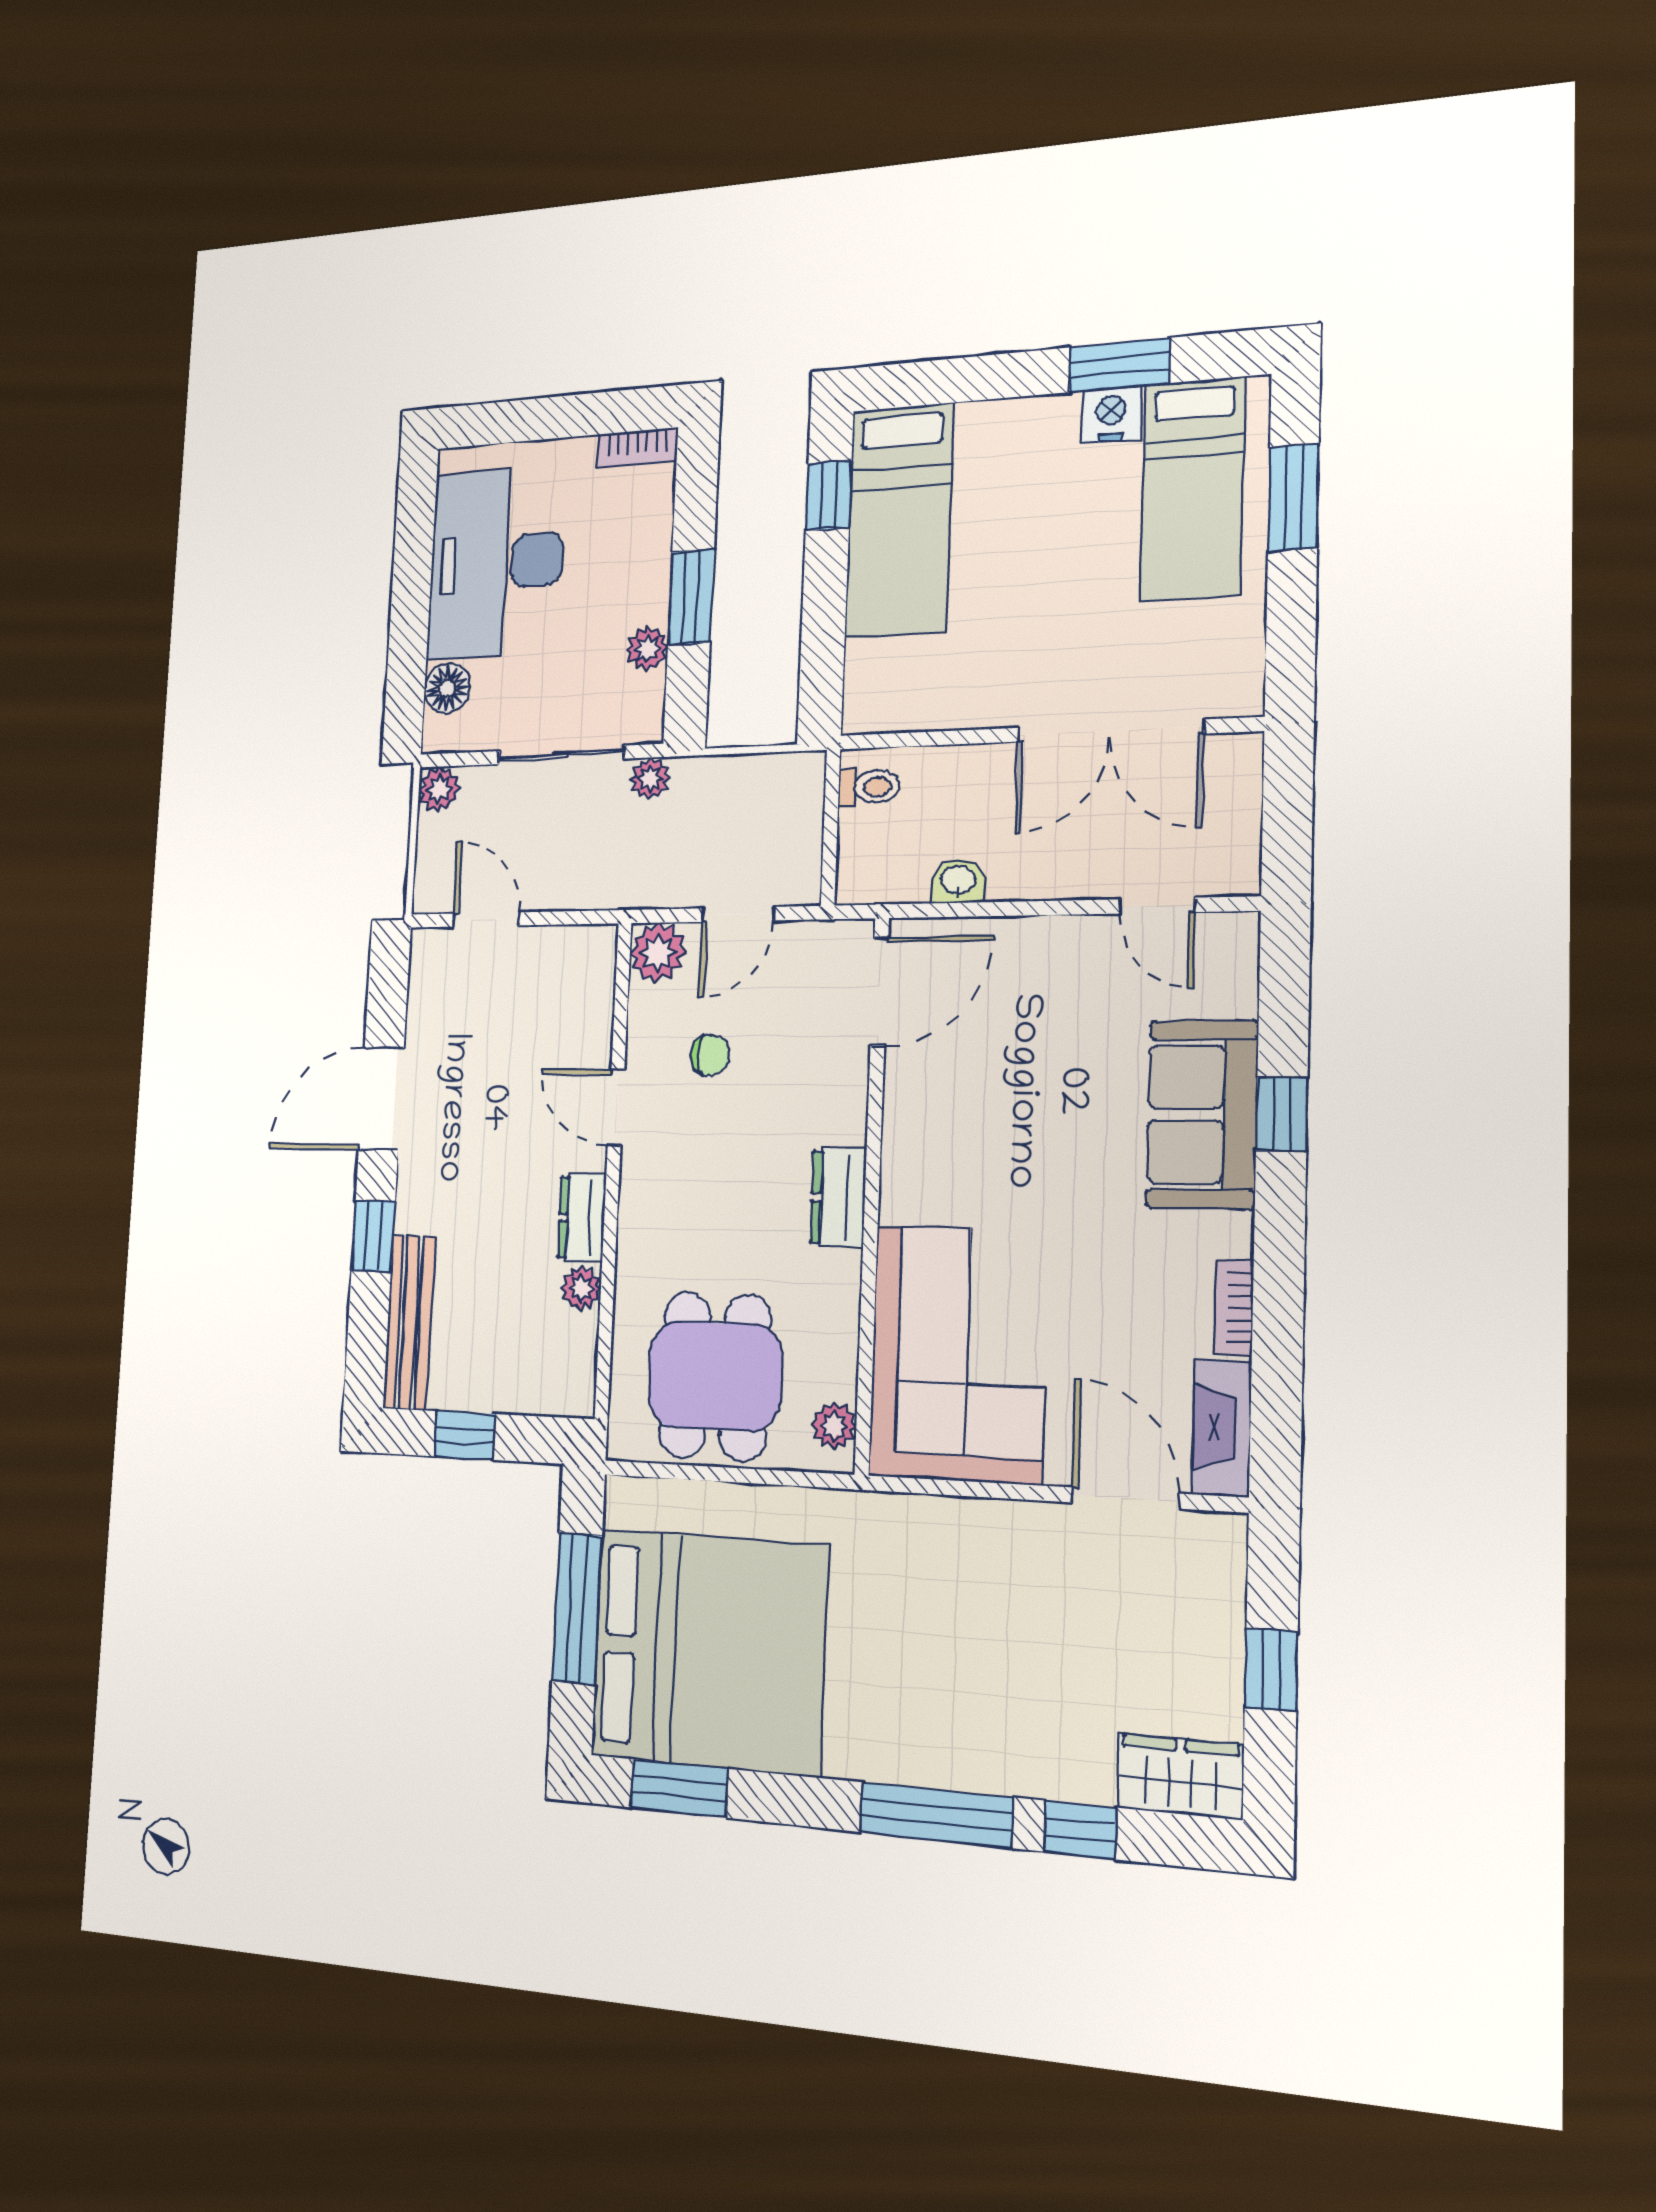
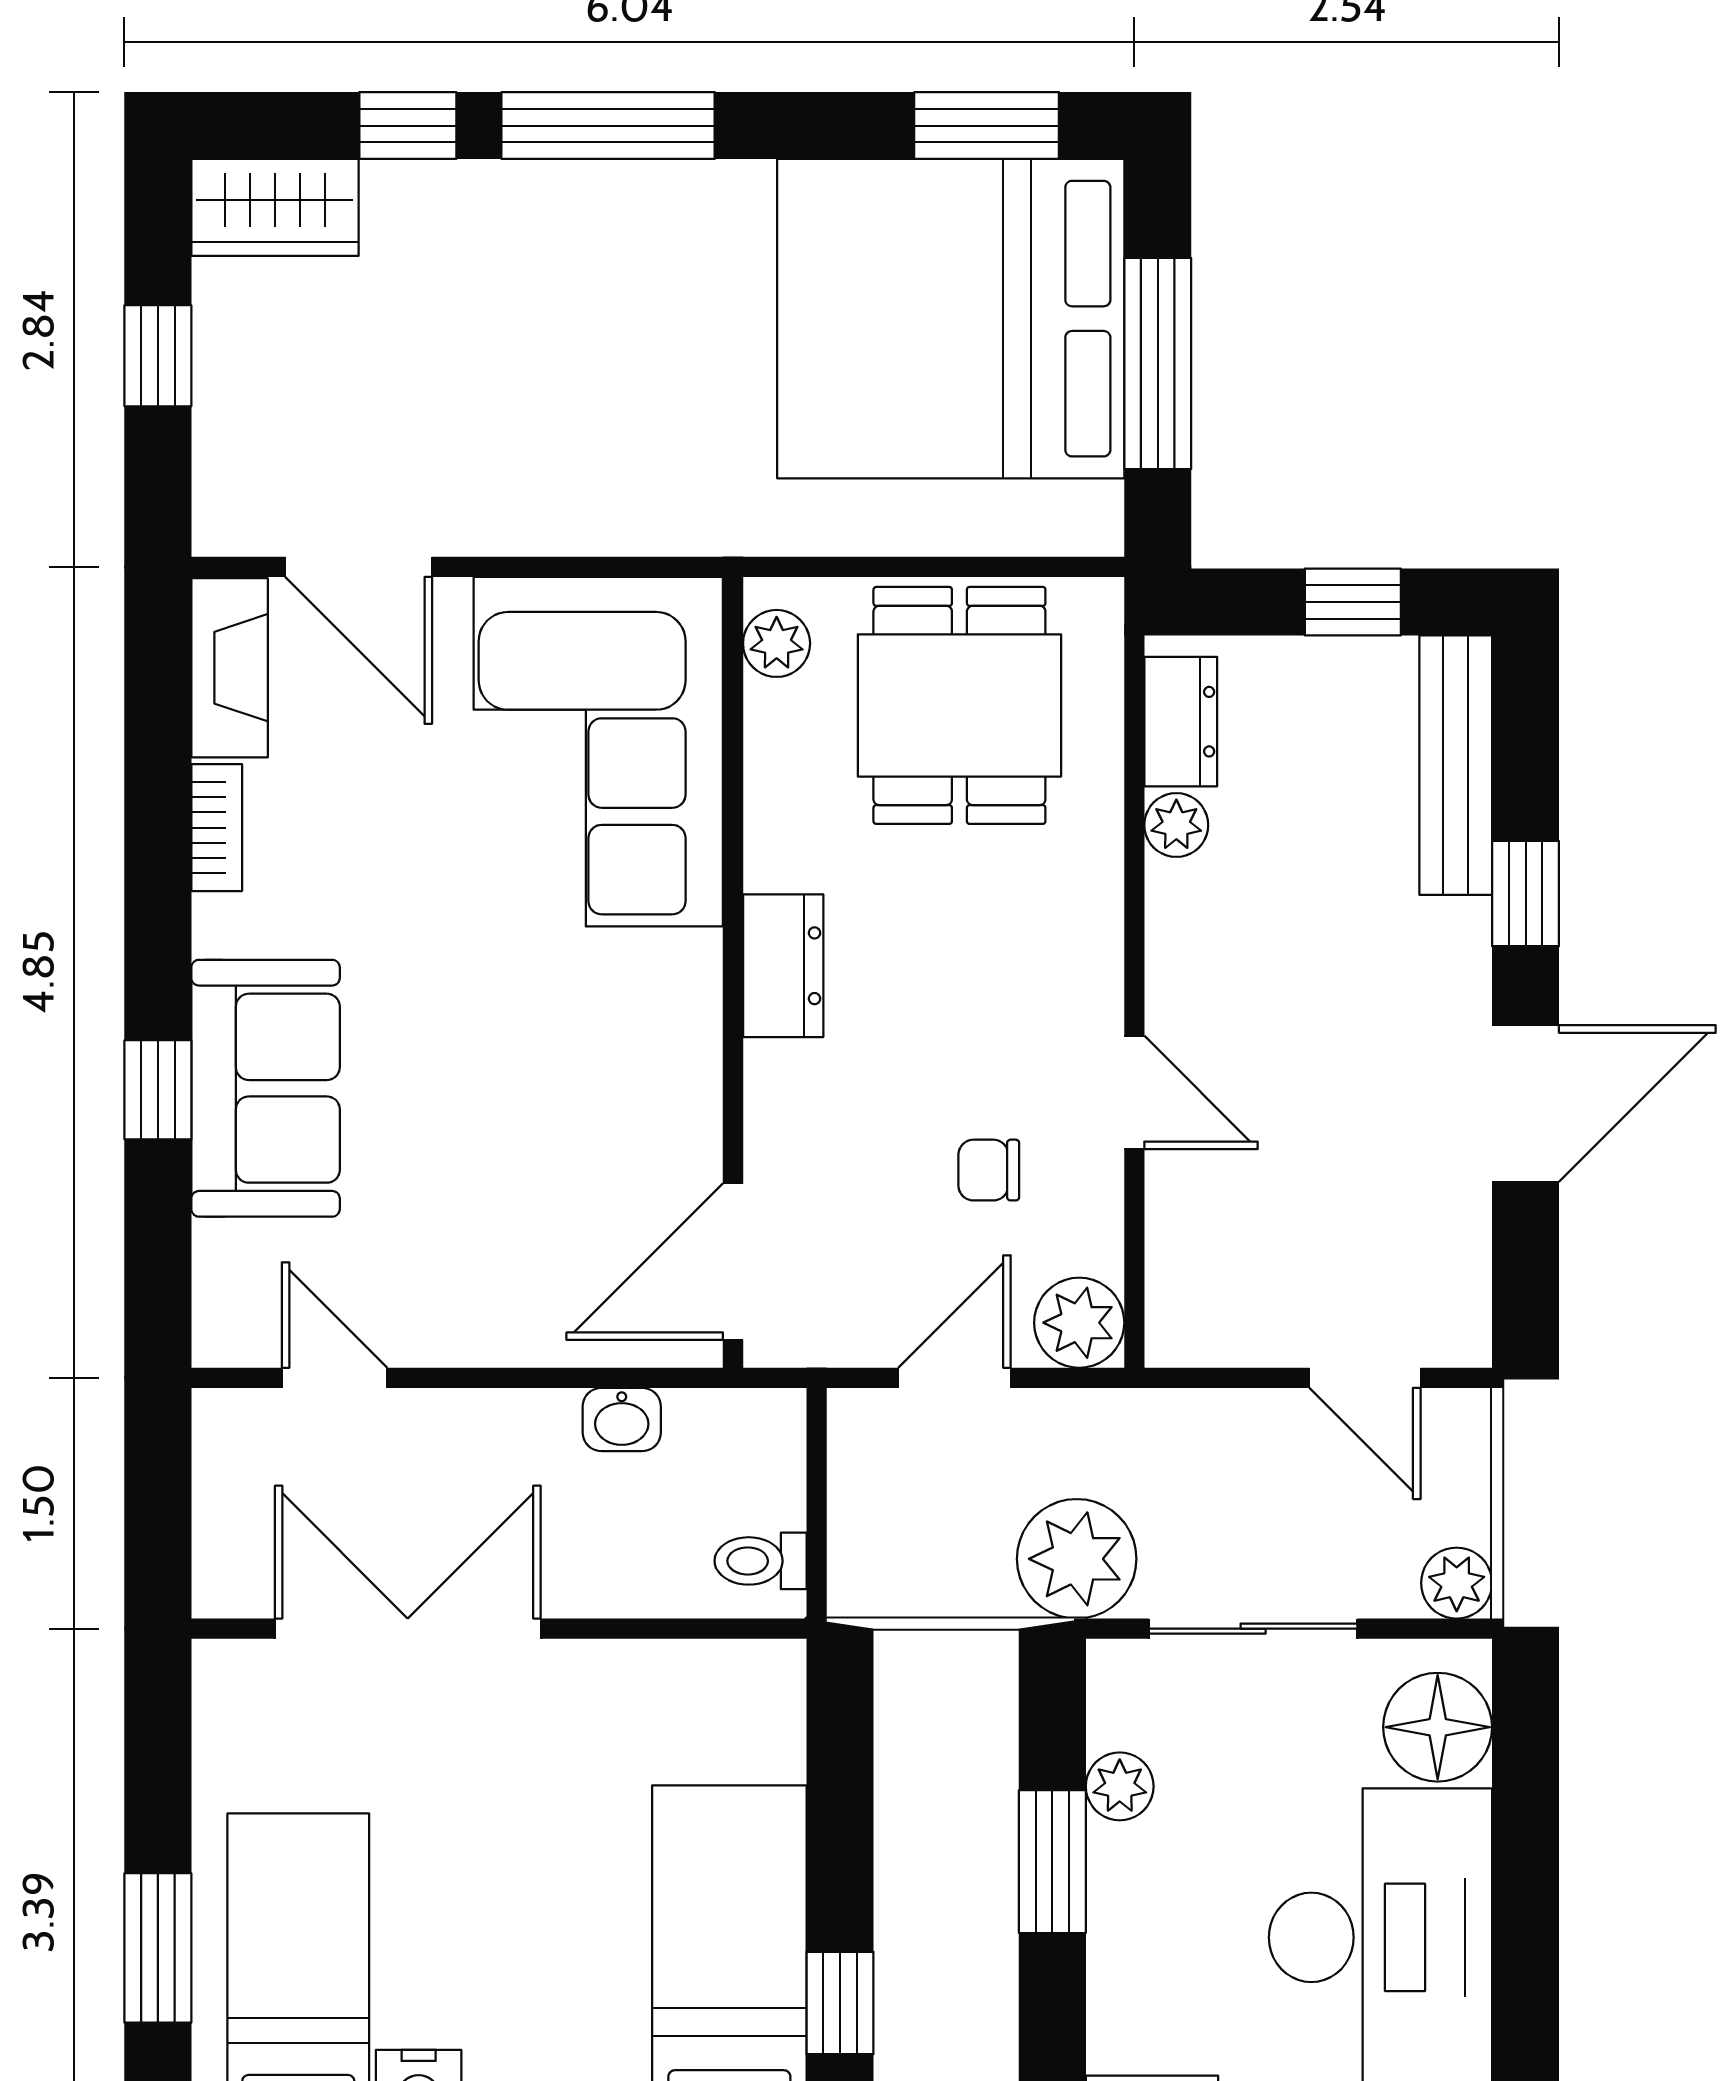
floor lamp: (447, 688) -> (1438, 1727), width x1.38, depth x1.38
plant: (650, 778) -> (1077, 1559), width x1.88, depth x1.88
dresser: (582, 1218) -> (1181, 722), moved

